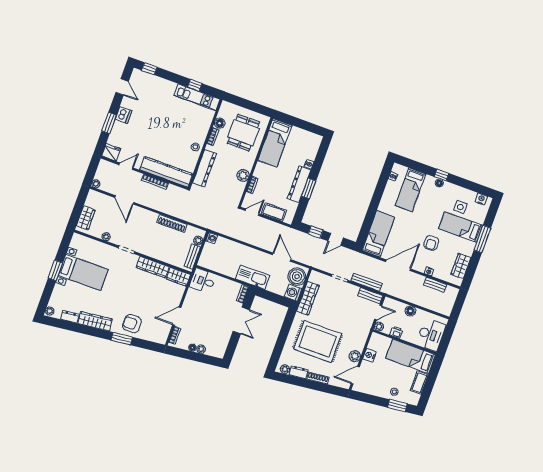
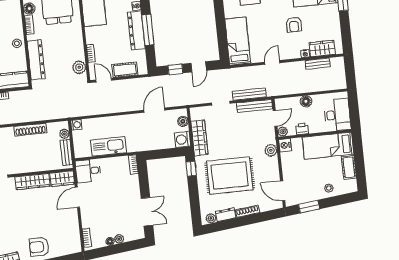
plant: (243, 175) -> (79, 67), moved
window: (309, 188) -> (148, 30), width x1.44
door: (252, 212) -> (104, 80), hinge flipped
door: (282, 257) -> (154, 110), hinge flipped
door: (398, 265) -> (272, 62), width x0.53
wardrobe: (461, 266) -> (322, 49), moved, turned 90
kitchen sink: (253, 277) -> (108, 146), moved
boiler: (297, 277) -> (183, 121), width x0.54, depth x0.54
bench: (370, 296) -> (255, 106), width x1.36
door: (177, 316) -> (77, 197), moved
double door: (241, 320) -> (147, 212), moved
window: (289, 320) -> (191, 169), added
nightstand: (370, 355) -> (285, 145), moved
plant: (355, 356) -> (271, 150), moved
door: (355, 375) -> (283, 191), hinge flipped
window: (397, 406) -> (309, 207), moved

